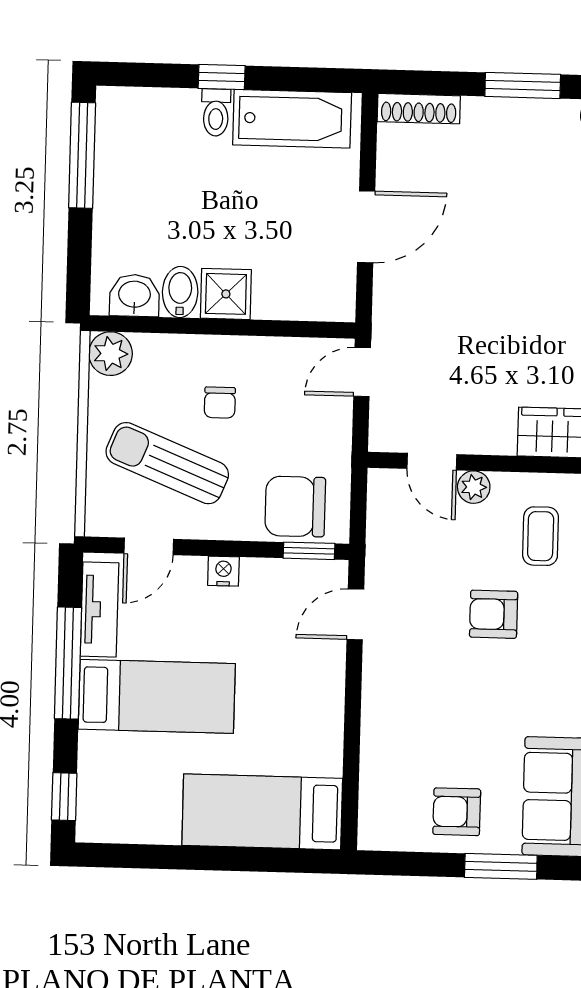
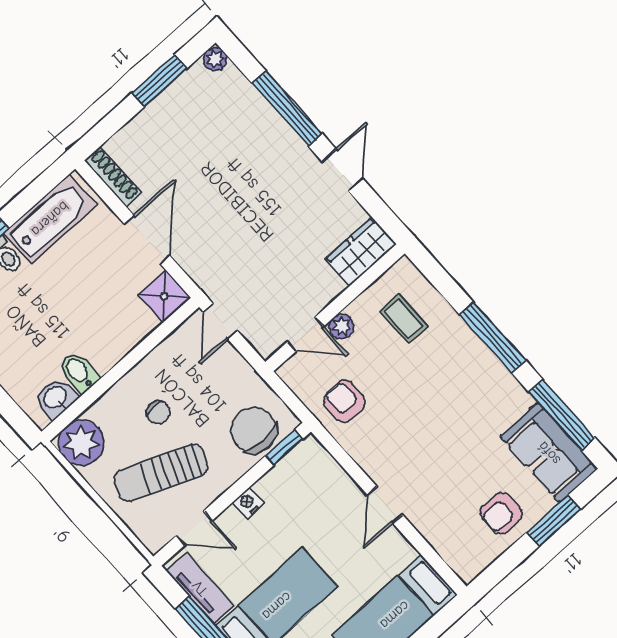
shoe rack: (419, 109) -> (113, 177), moved, turned -90
shower: (226, 294) -> (164, 296), moved
plant: (111, 354) -> (81, 443), width x1.36, depth x1.36
chair: (295, 506) -> (254, 430), turned 90
door: (149, 546) -> (194, 528), hinge flipped
door: (355, 614) -> (385, 505), moved
armchair: (494, 614) -> (344, 401), moved, turned 90

